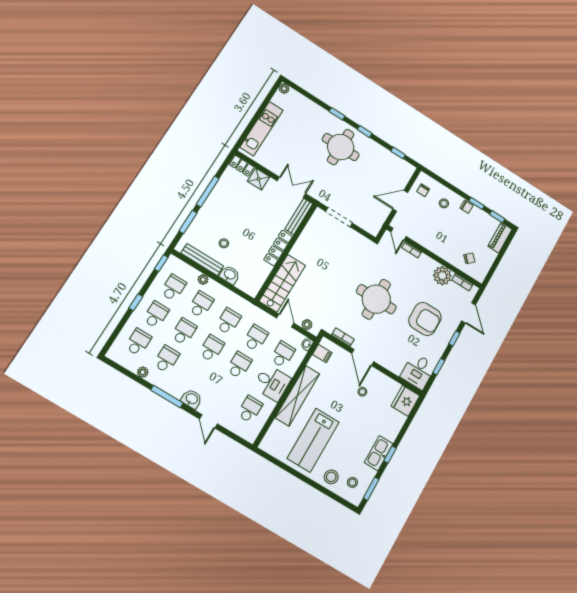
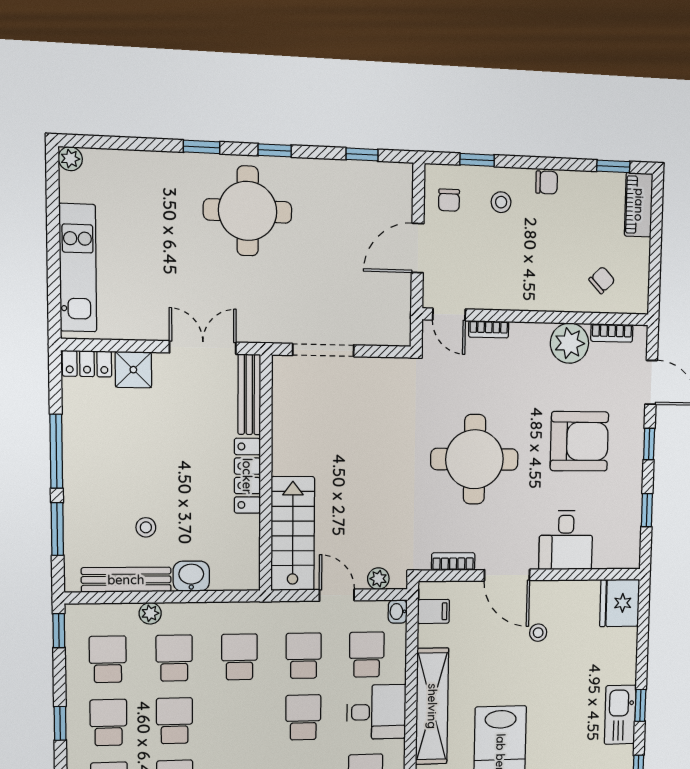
window: (477, 203) -> (477, 160), moved
school desk: (212, 348) -> (239, 719), removed
desk: (418, 371) -> (566, 540), moved

